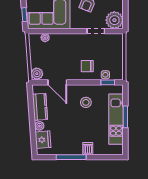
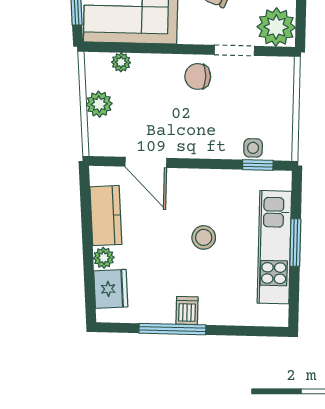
chair: (87, 66) -> (198, 76), moved
plant: (37, 74) -> (99, 104), moved
stool: (86, 102) -> (204, 237), moved
dishwasher: (88, 149) -> (187, 311), moved

